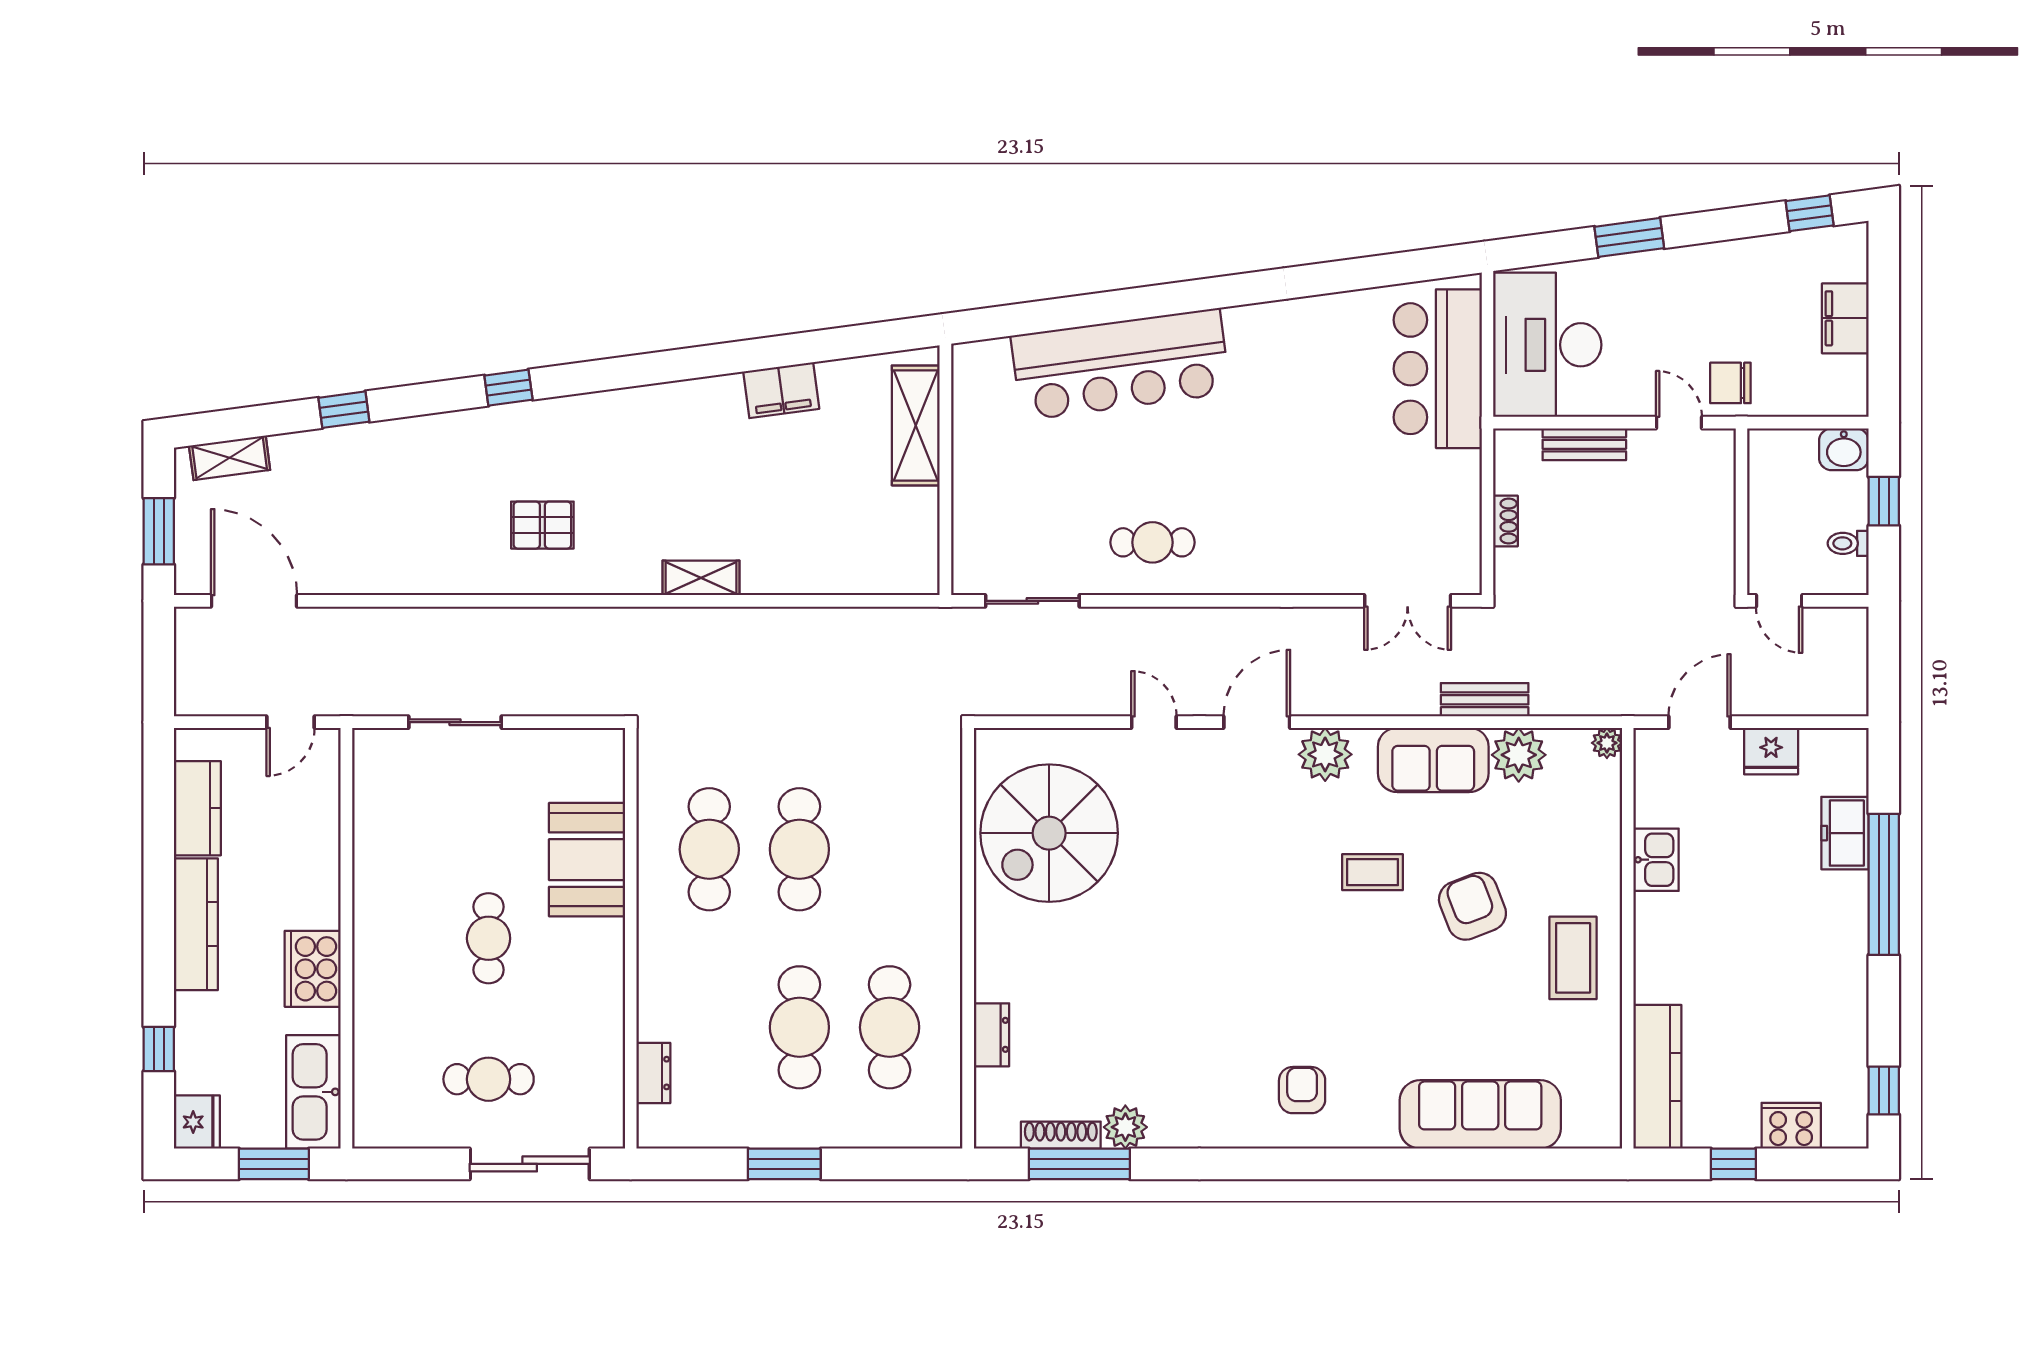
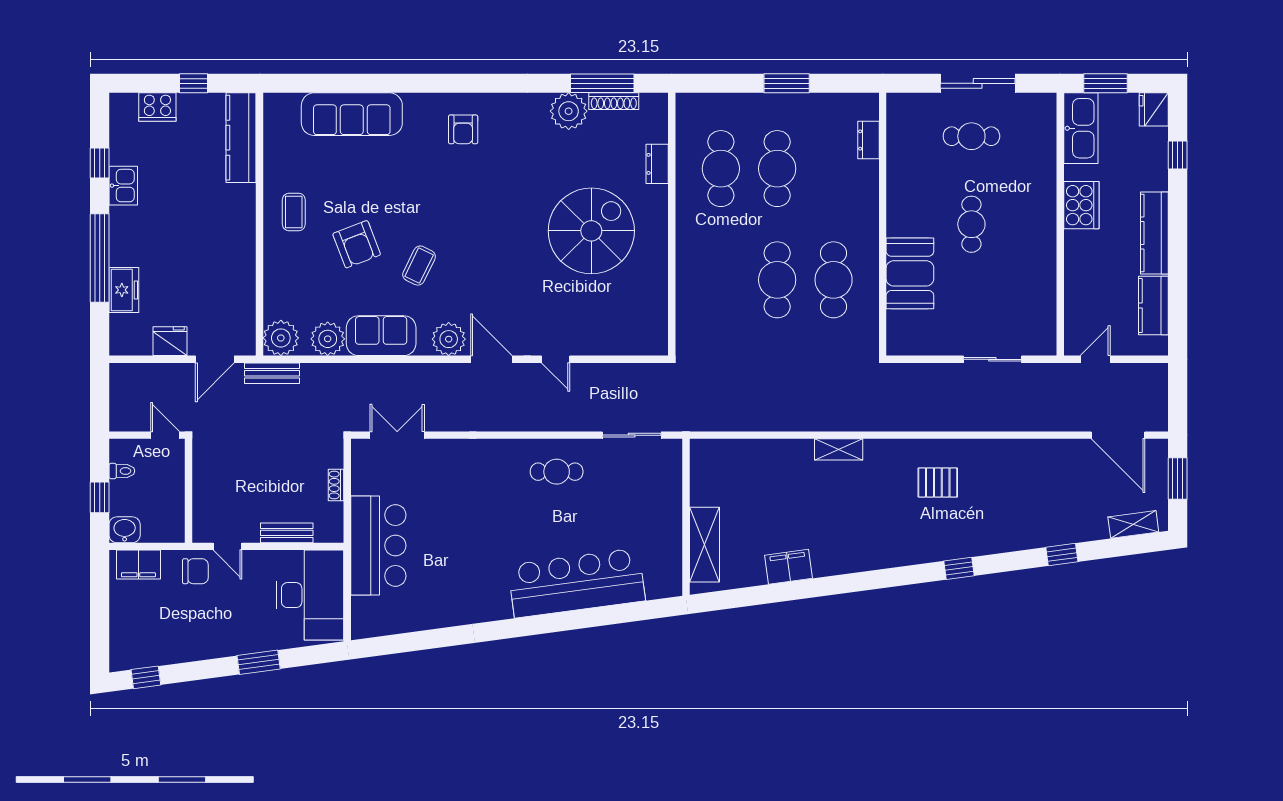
filing cabinet: (1845, 318) -> (138, 565), moved, turned 90
bar counter: (1438, 369) -> (378, 545), moved
bench: (1485, 700) -> (272, 373), moved
door: (1257, 722) -> (491, 359), swing flipped
plant: (1607, 743) -> (281, 338), width x1.88, depth x1.88
spiral stairs: (1049, 833) -> (591, 231), moved
kitchen sink: (1656, 860) -> (123, 186), moved, turned 180
coffee table: (1373, 872) -> (419, 266), turned -64
coffee table: (1573, 958) -> (294, 212), width x0.73, depth x0.77
window: (1884, 1091) -> (100, 163), moved
plant: (1125, 1127) -> (569, 111), width x1.36, depth x1.36
sliding door: (530, 1164) -> (978, 83), moved

